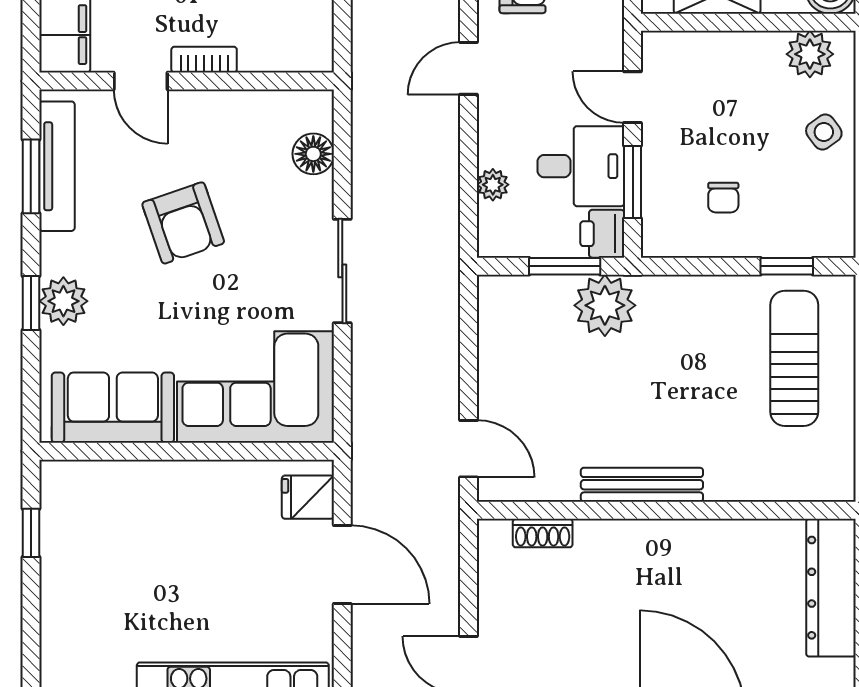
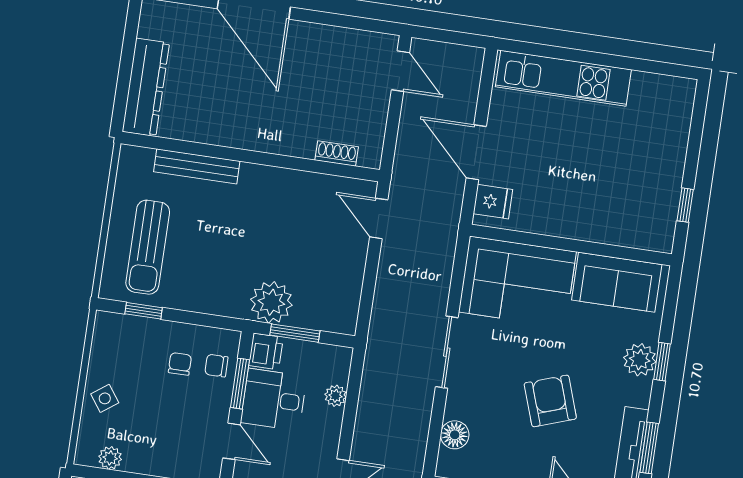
plant: (810, 54) -> (110, 458), width x0.73, depth x0.73
chair: (670, 203) -> (216, 366), added
bench: (642, 485) -> (197, 166), moved

